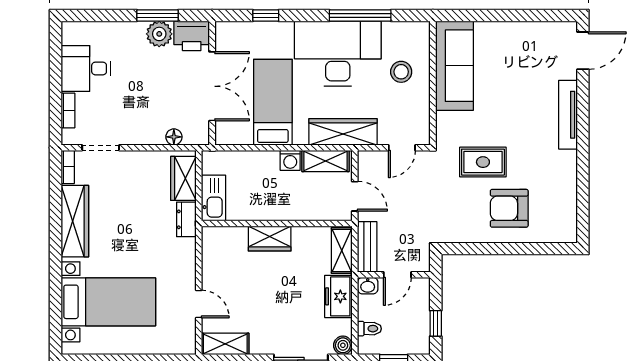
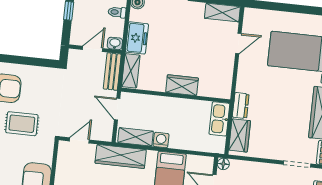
floor lamp: (174, 137) -> (223, 164), moved
door: (199, 304) -> (238, 43), swing flipped

